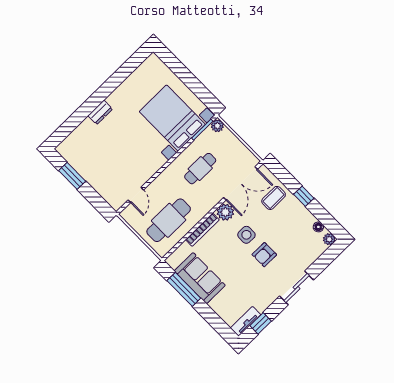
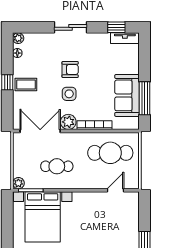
coffee table: (274, 198) -> (26, 84), moved

